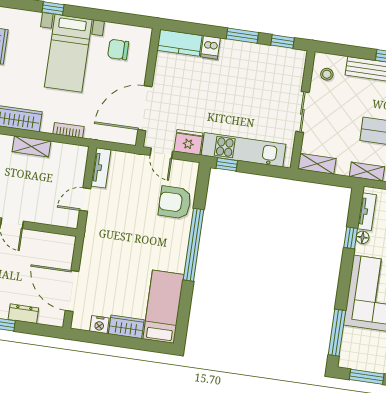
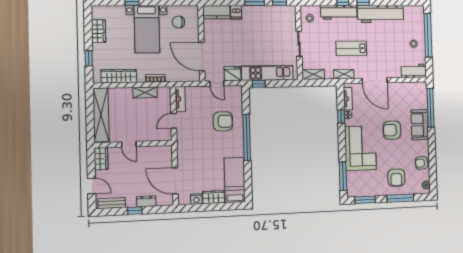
door: (145, 108) -> (202, 57), hinge flipped
shelving: (32, 146) -> (145, 92), moved
armchair: (175, 202) -> (223, 121), moved, turned 180

